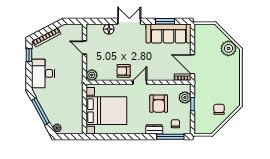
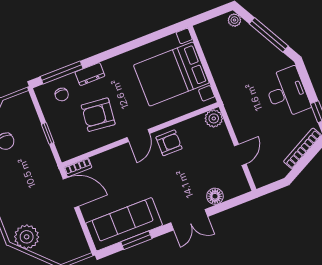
door: (85, 48) -> (240, 155), hinge flipped
plant: (185, 98) -> (63, 139), removed
armchair: (159, 104) -> (98, 115), turned -84

